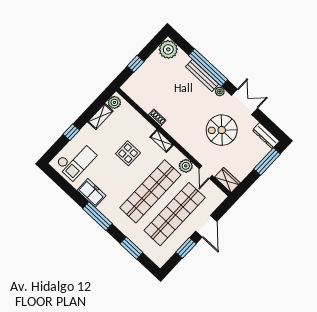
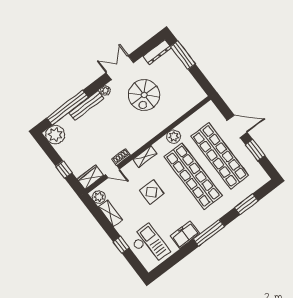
window: (208, 68) -> (67, 108), moved
door: (206, 172) -> (112, 172), moved
wardrobe: (227, 180) -> (90, 177), moved

